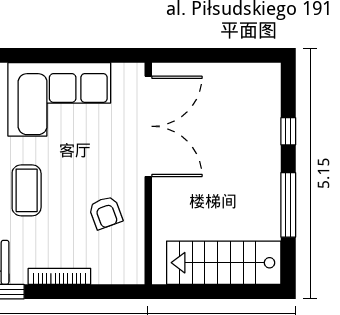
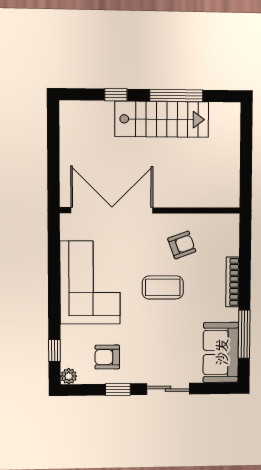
coffee table: (27, 190) -> (163, 287), moved
stairs: (224, 263) -> (162, 119), moved, turned -90

